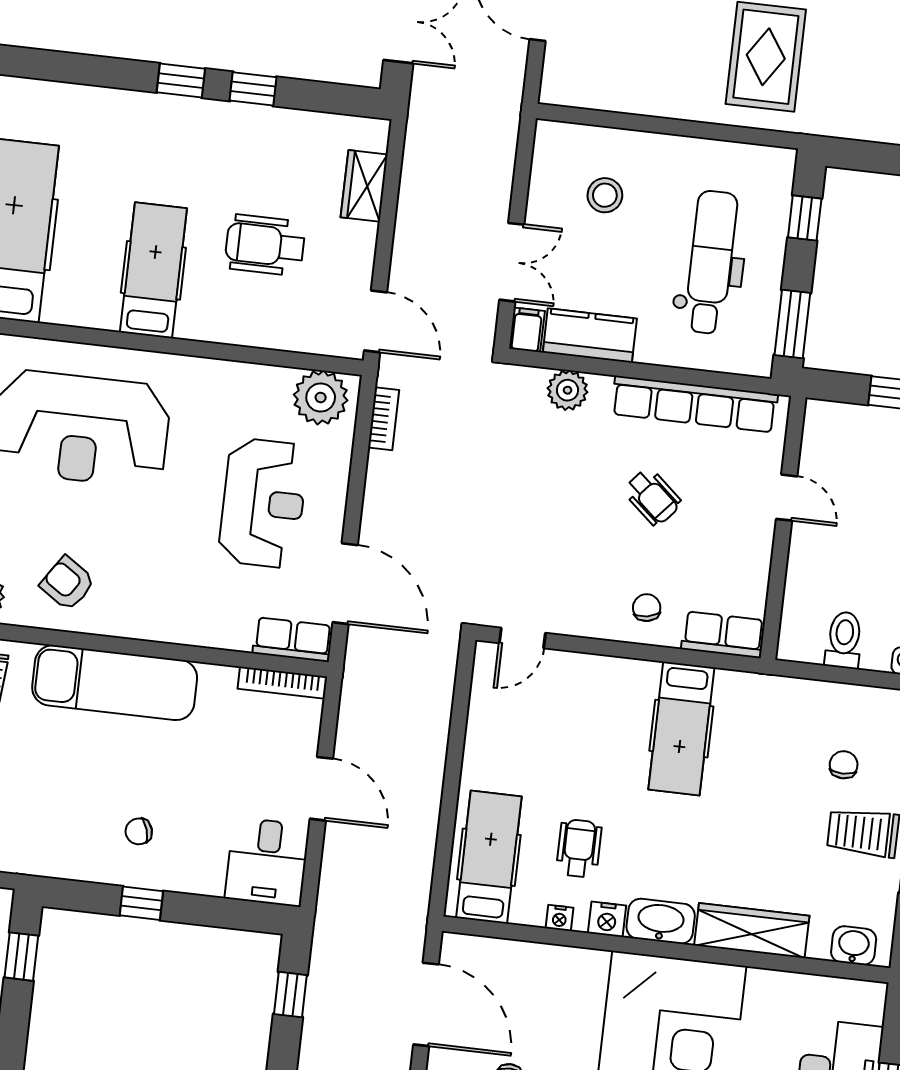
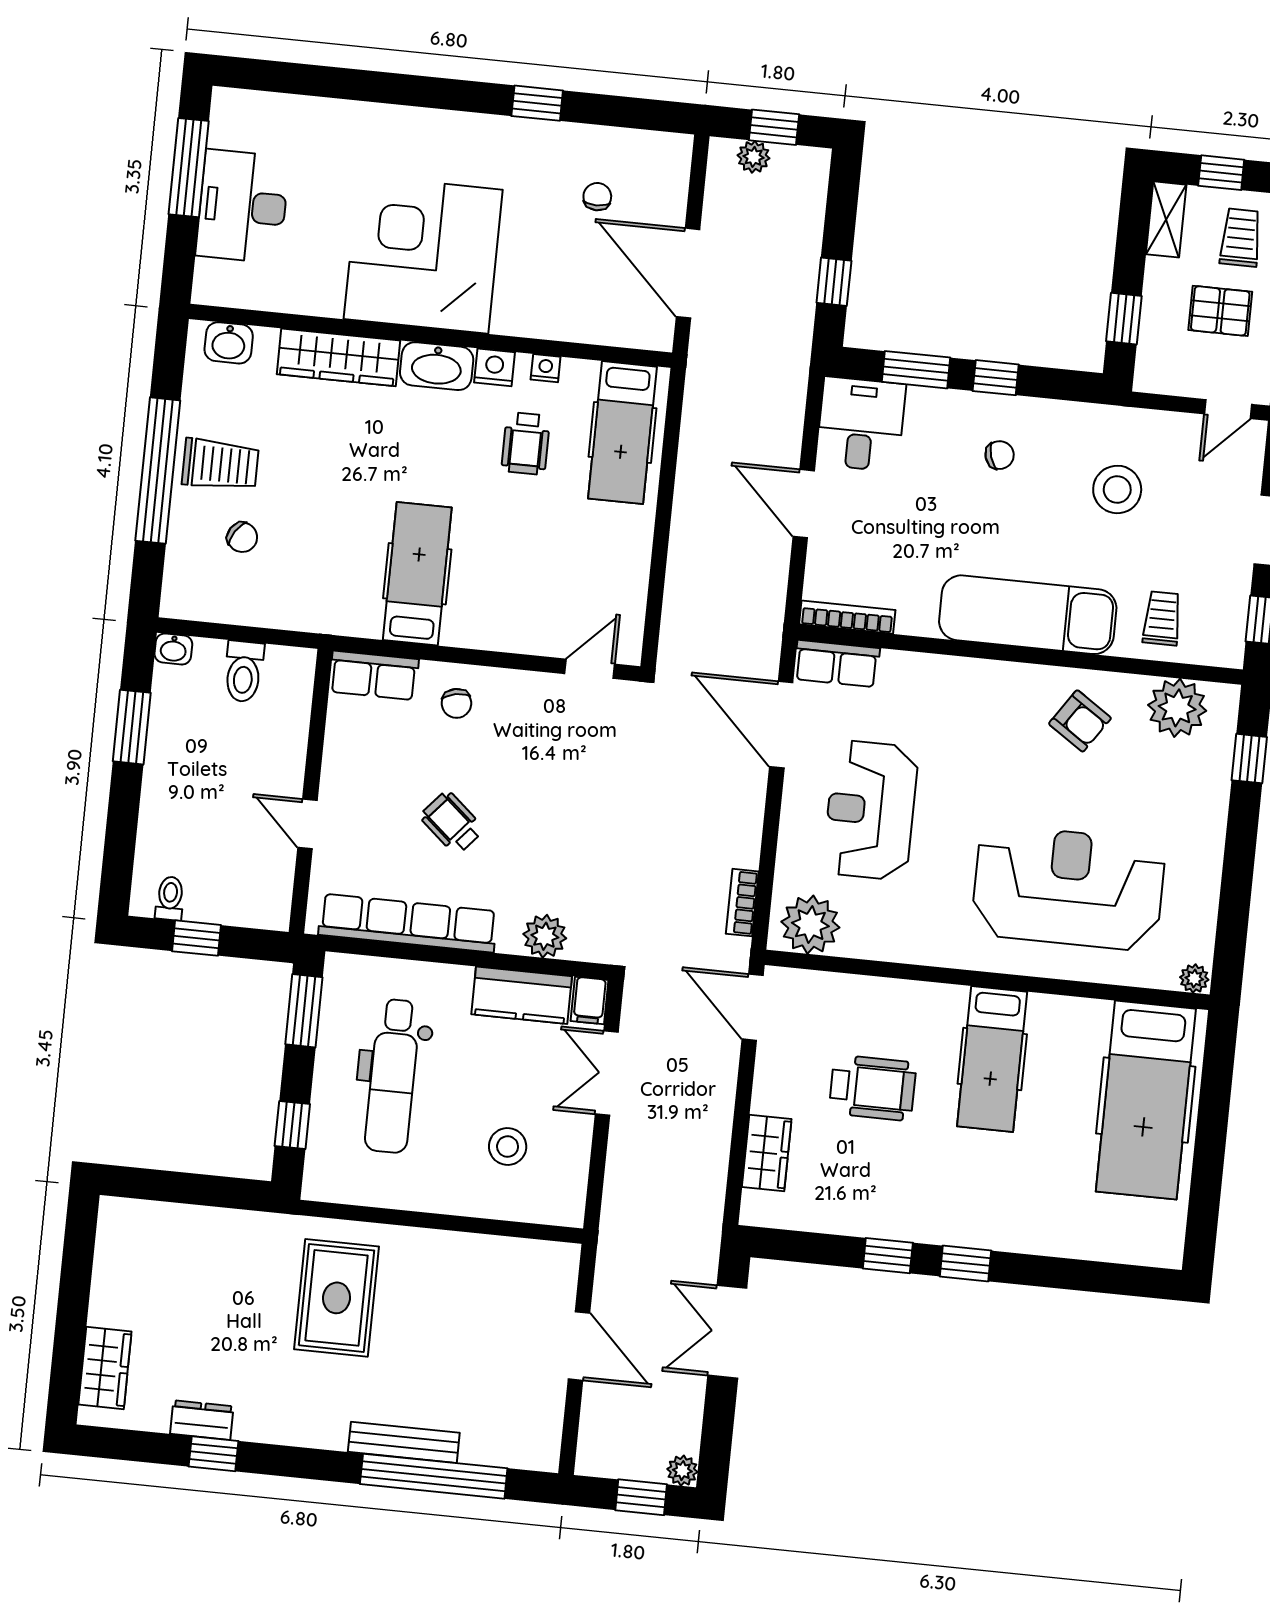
chair: (844, 765) -> (242, 537), turned -57
stool: (30, 798) -> (1117, 489), added
window: (215, 912) -> (916, 370), added

